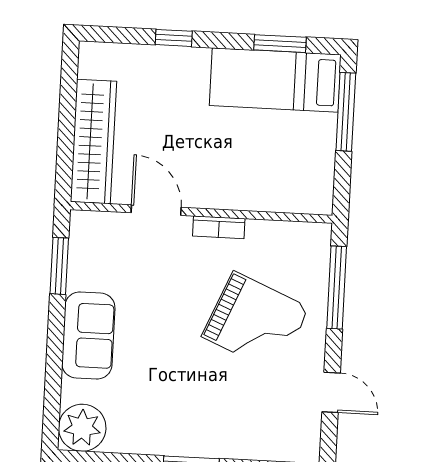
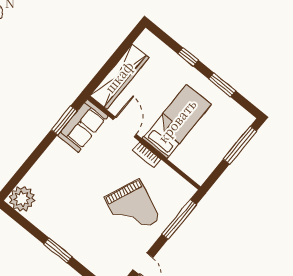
window: (280, 44) -> (222, 85), moved
bed: (275, 80) -> (177, 121), moved, turned 90
sofa: (88, 335) -> (83, 126), moved

